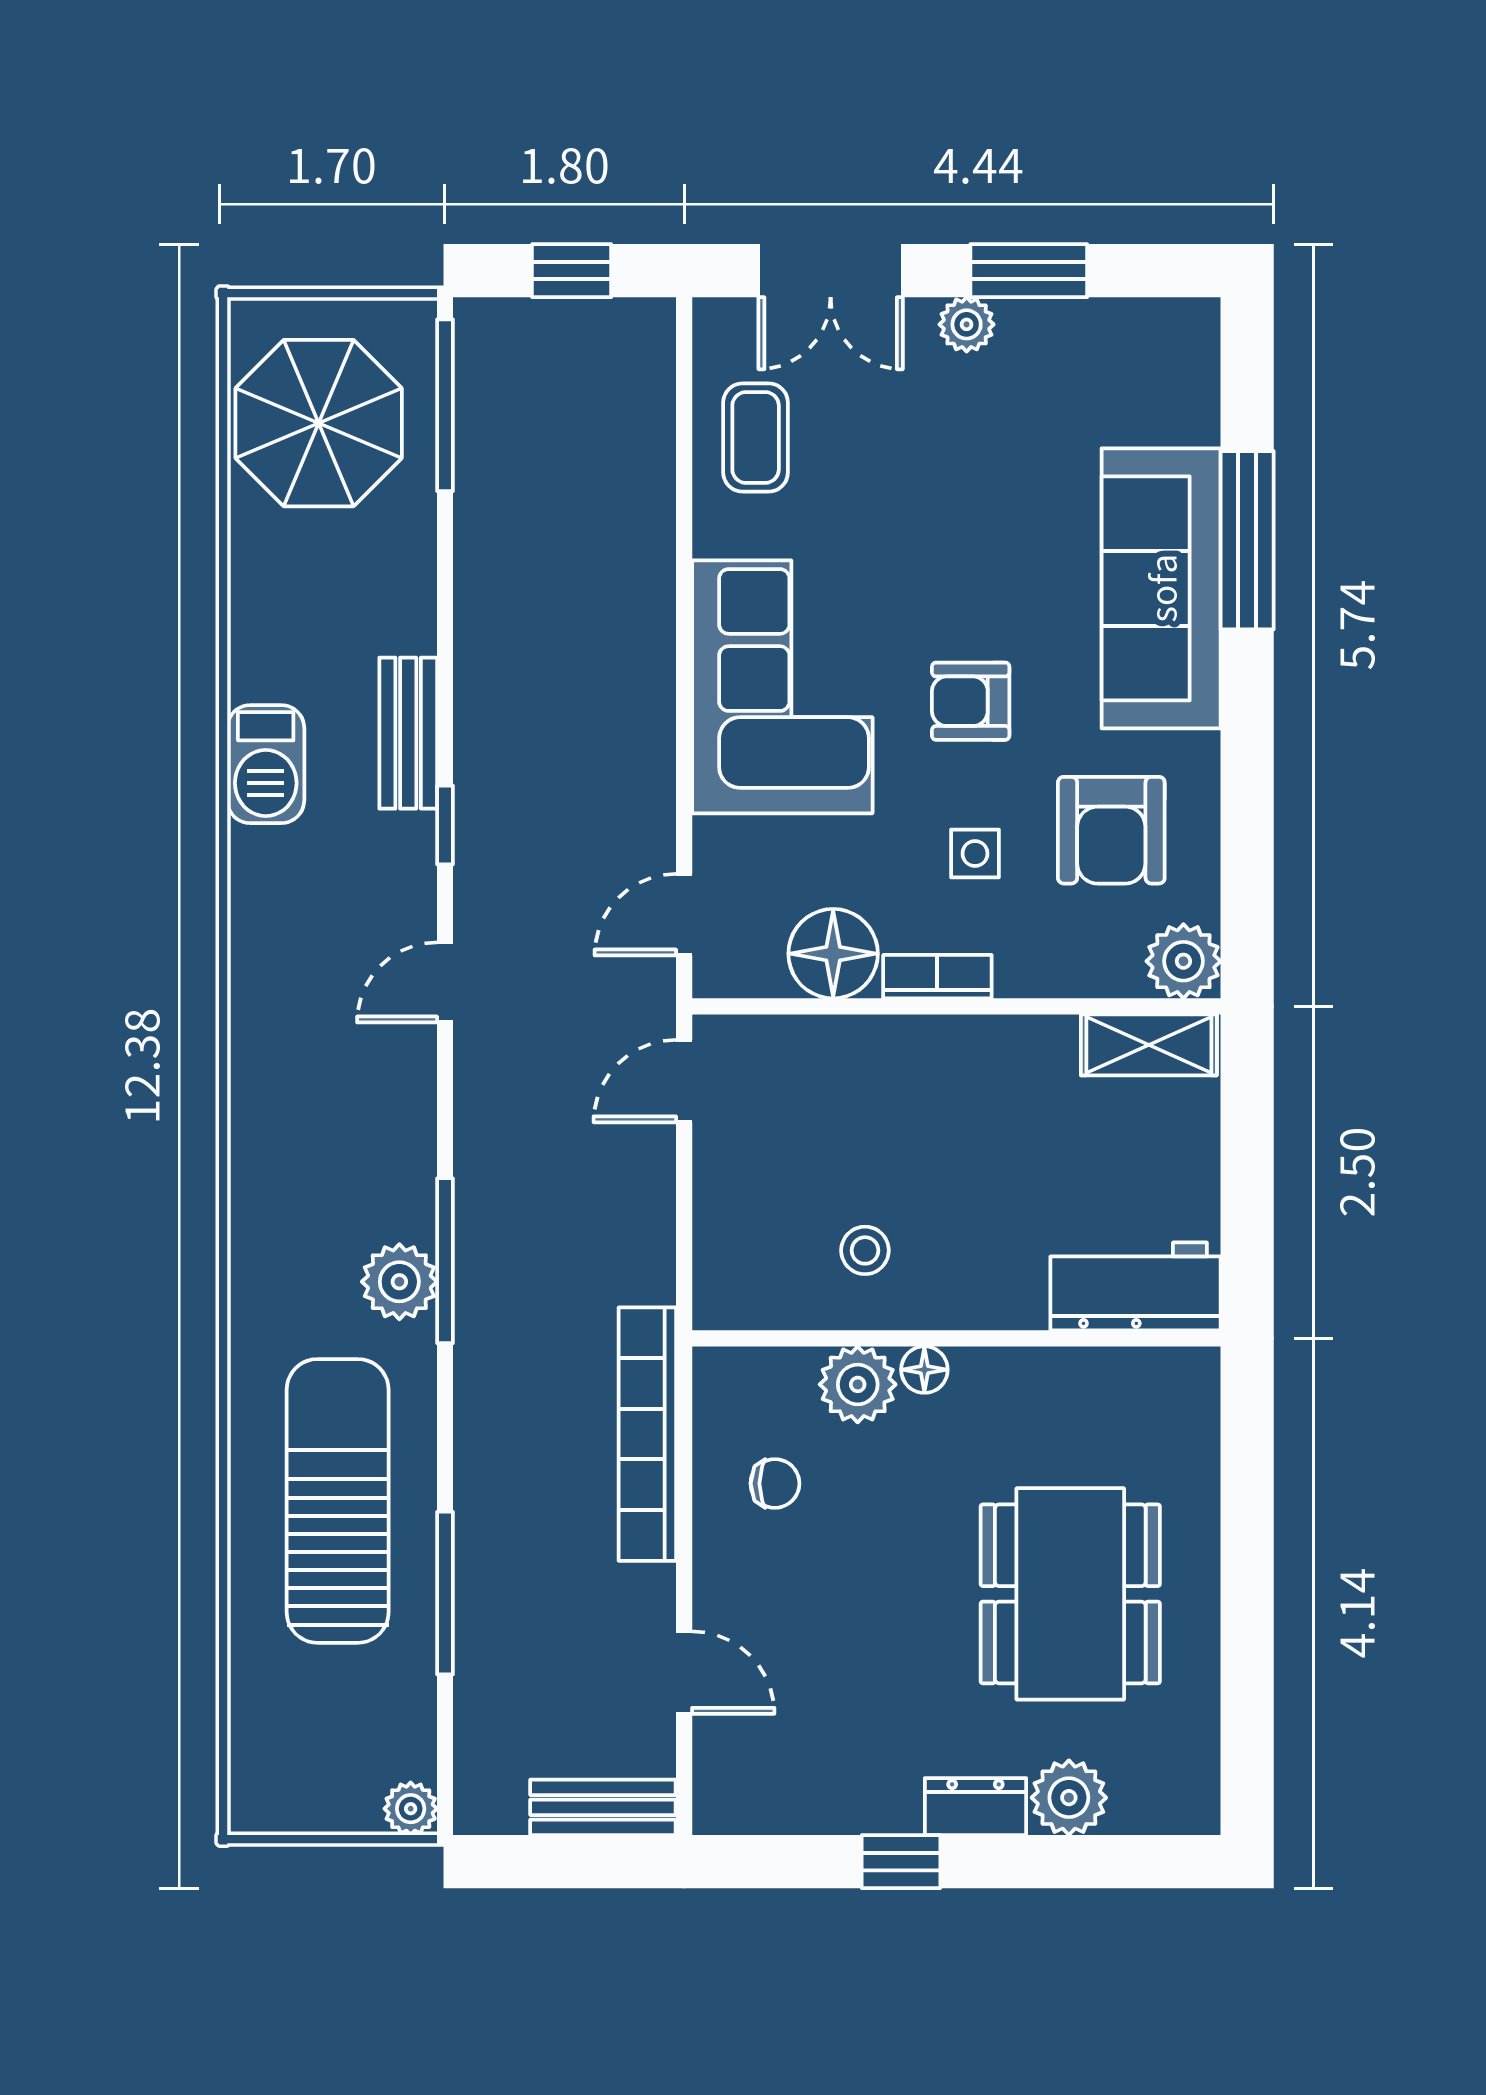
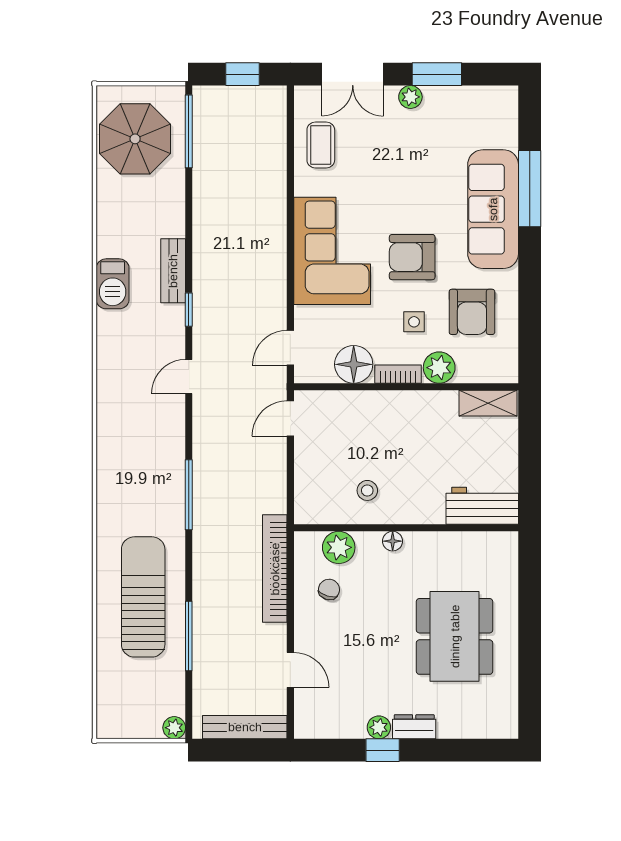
armchair: (971, 701) -> (412, 257), width x1.38, depth x1.38
plant: (1183, 961) -> (439, 368), moved
plant: (399, 1282) -> (169, 504), removed
plant: (858, 1384) -> (339, 547), moved
chair: (775, 1483) -> (329, 589), turned -73
plant: (1069, 1798) -> (379, 727), moved, width x0.73, depth x0.73
bench: (603, 1807) -> (245, 727), width x1.36

